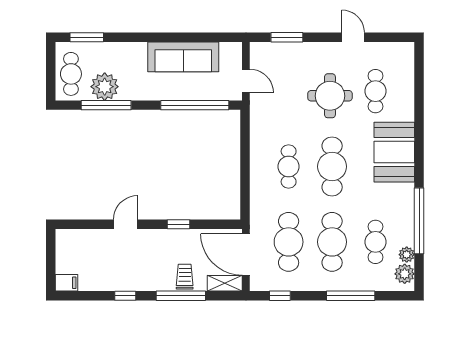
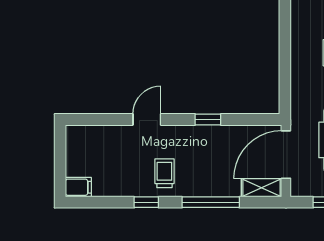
door: (246, 255) -> (286, 155), hinge flipped
trolley: (185, 277) -> (164, 173), moved

